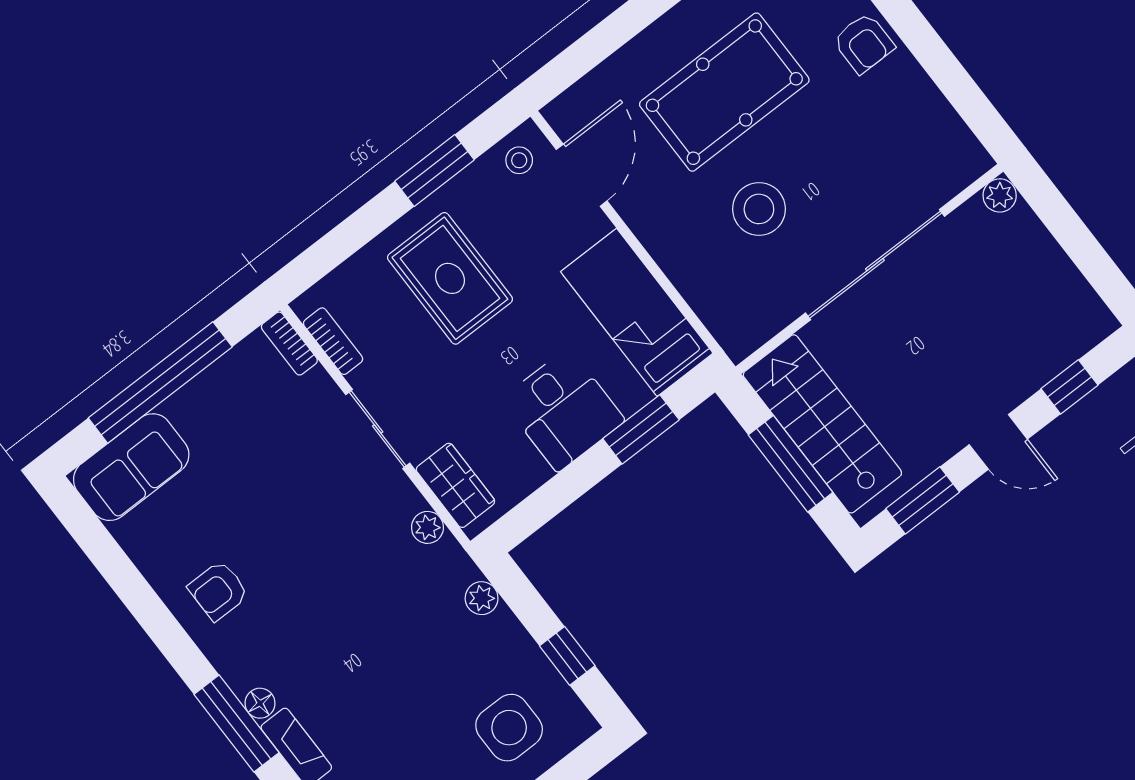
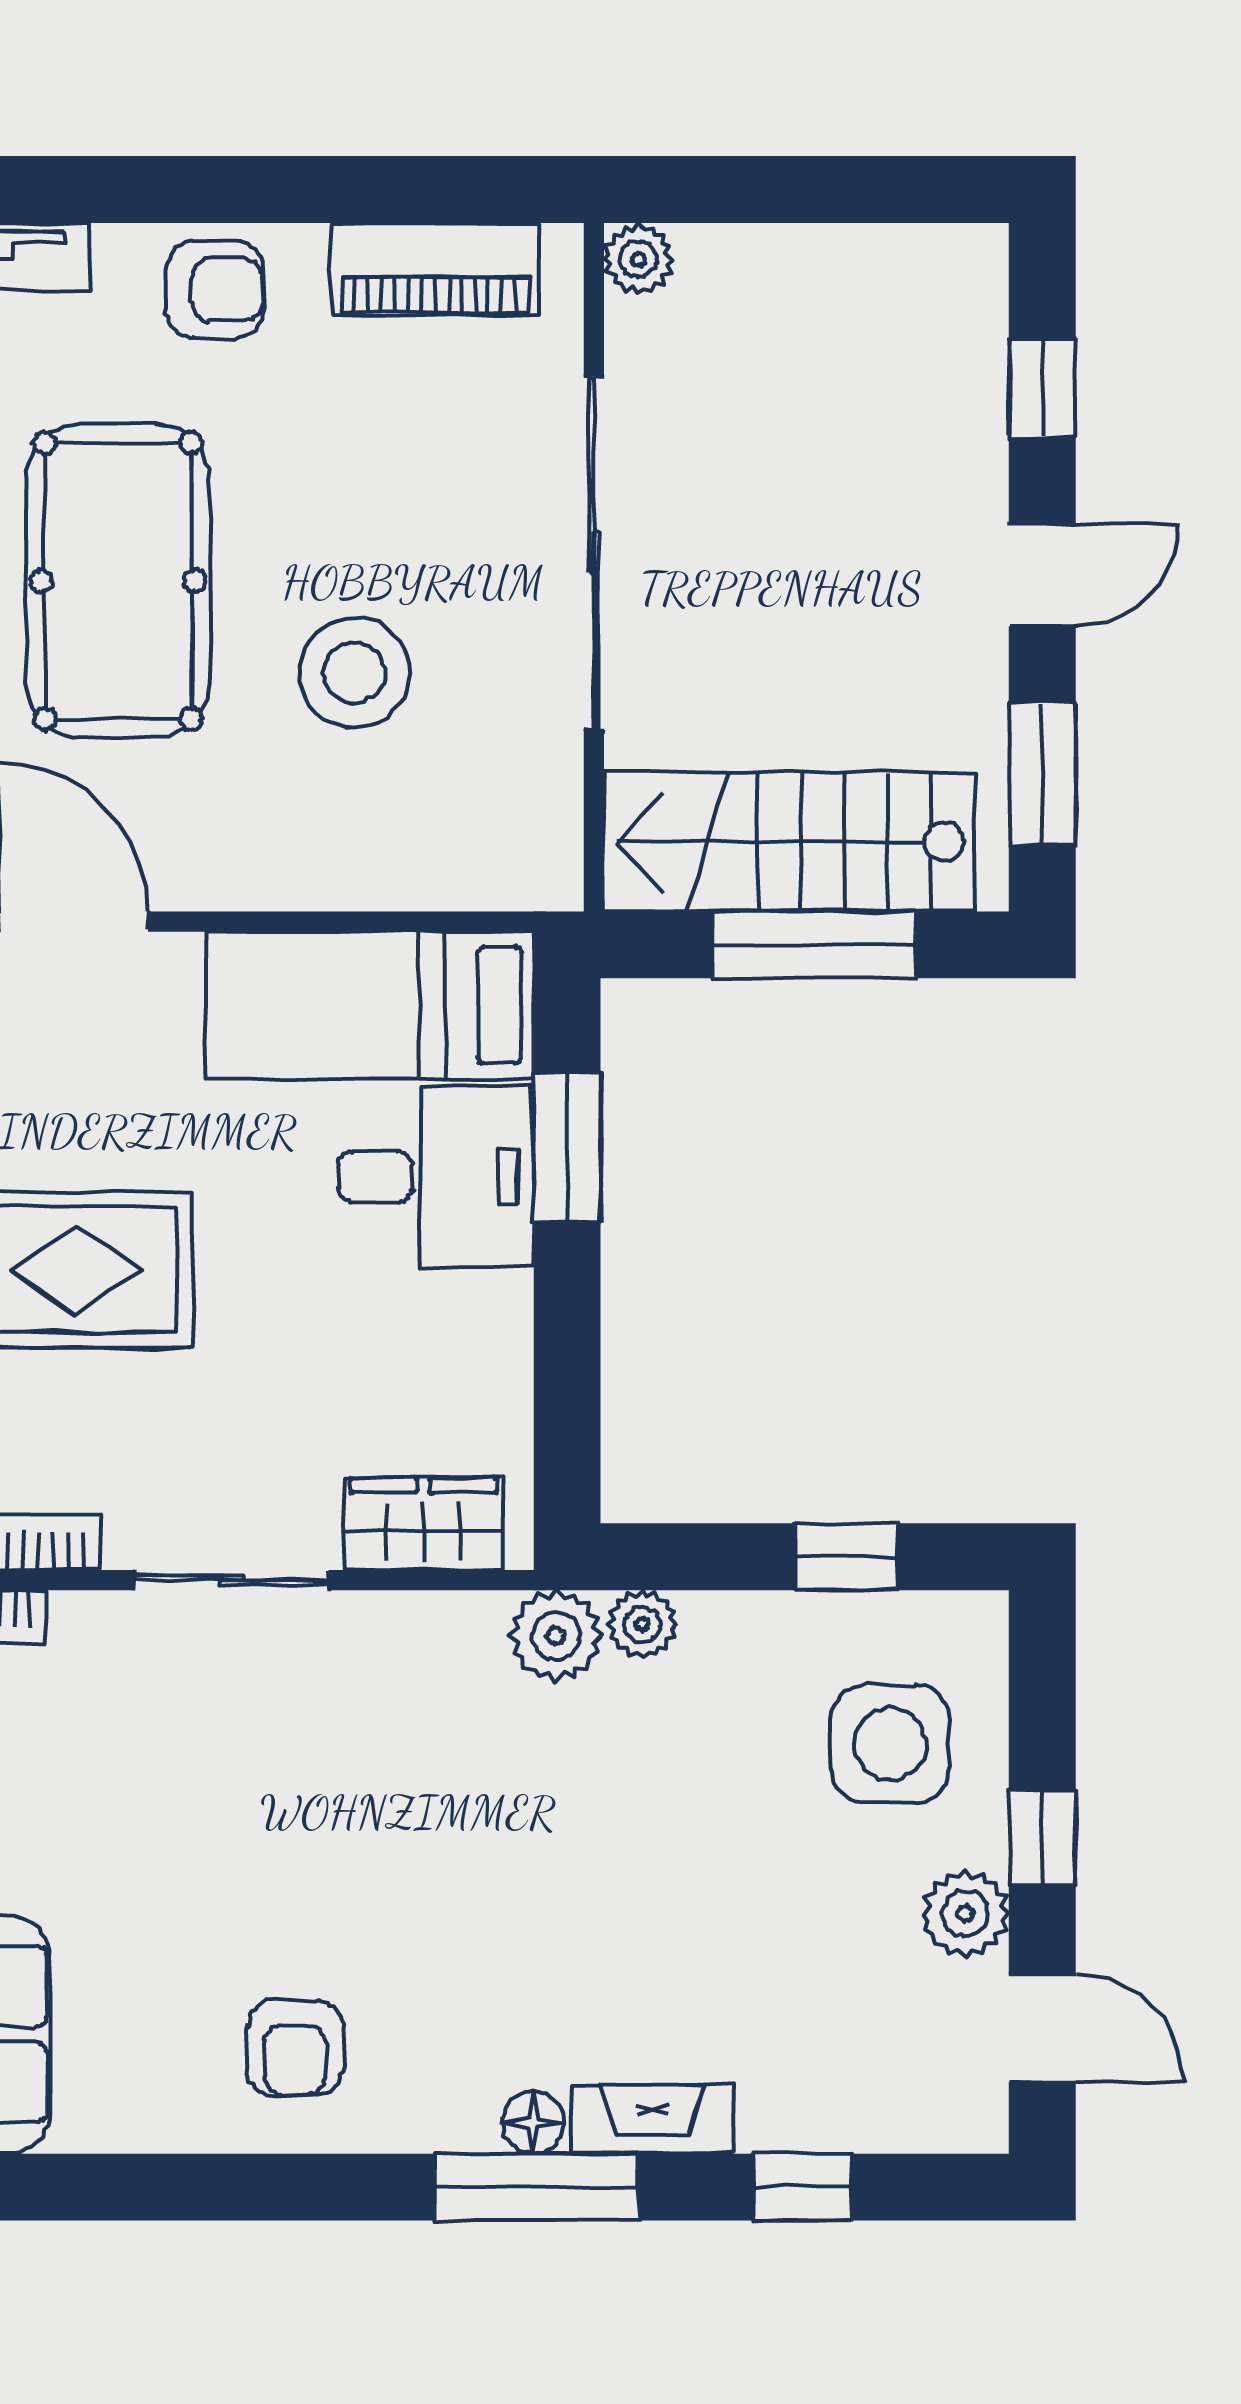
piano: (936, 121) -> (435, 269), added
desk: (563, 410) -> (436, 1177), moved
plant: (428, 527) -> (556, 1636), moved, width x1.38, depth x1.38

